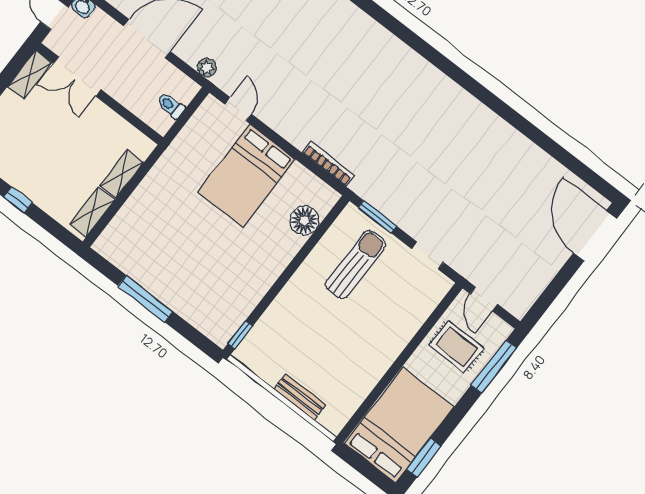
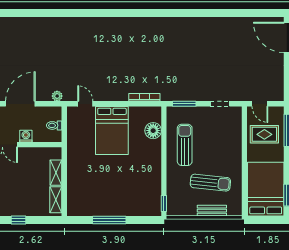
washing machine: (119, 90) -> (26, 136), added
sun lounger: (356, 264) -> (185, 145), moved
sun lounger: (328, 356) -> (210, 183), added

